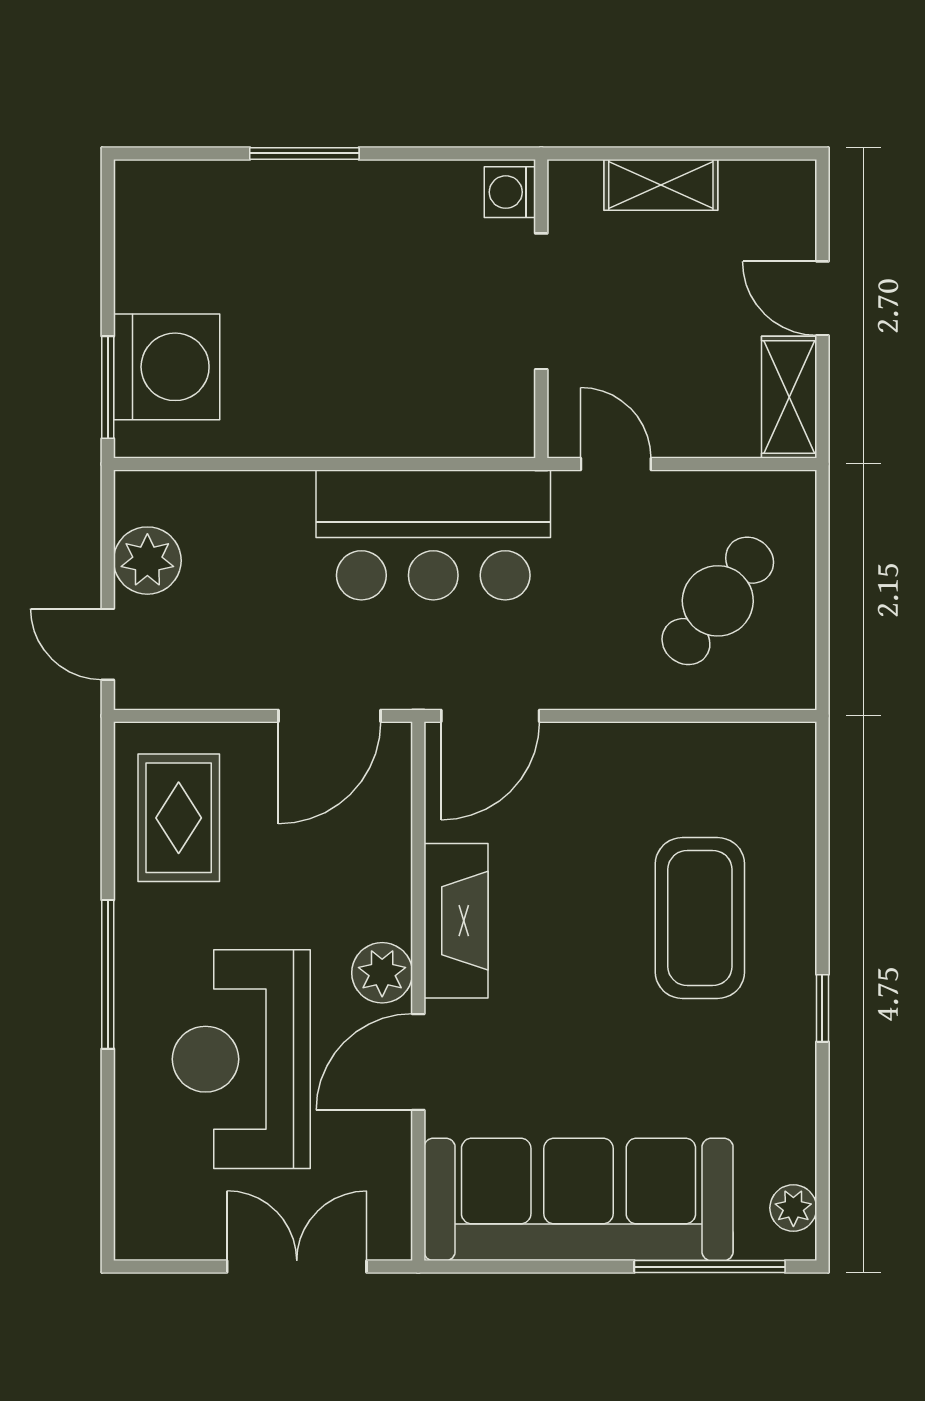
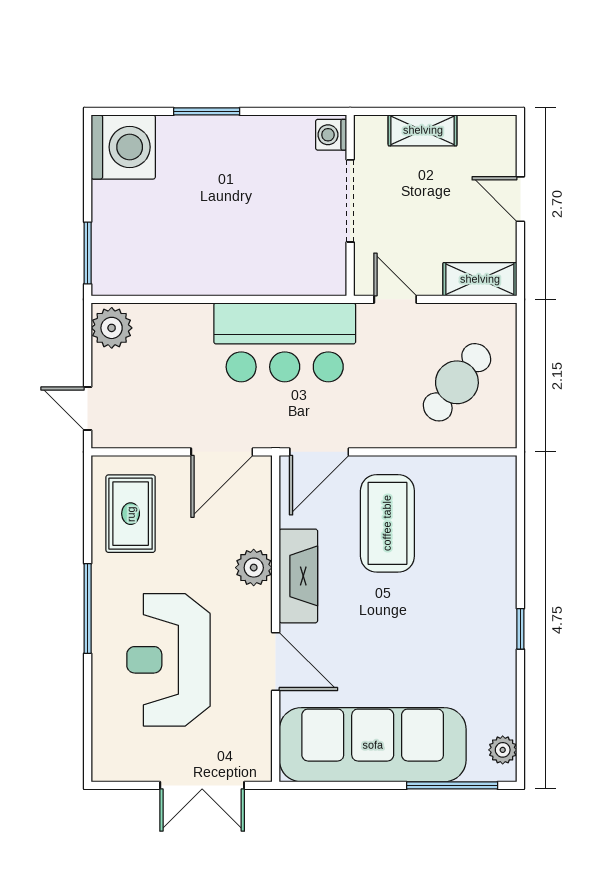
washing machine: (167, 367) -> (123, 147), moved
shelving: (789, 397) -> (480, 279), moved, turned 90
plant: (147, 561) -> (112, 328), moved
coffee table: (700, 918) -> (387, 523), moved
plant: (382, 973) -> (254, 568), moved
door: (418, 1062) -> (276, 661), swing flipped
double door: (297, 1267) -> (202, 785), swing flipped

